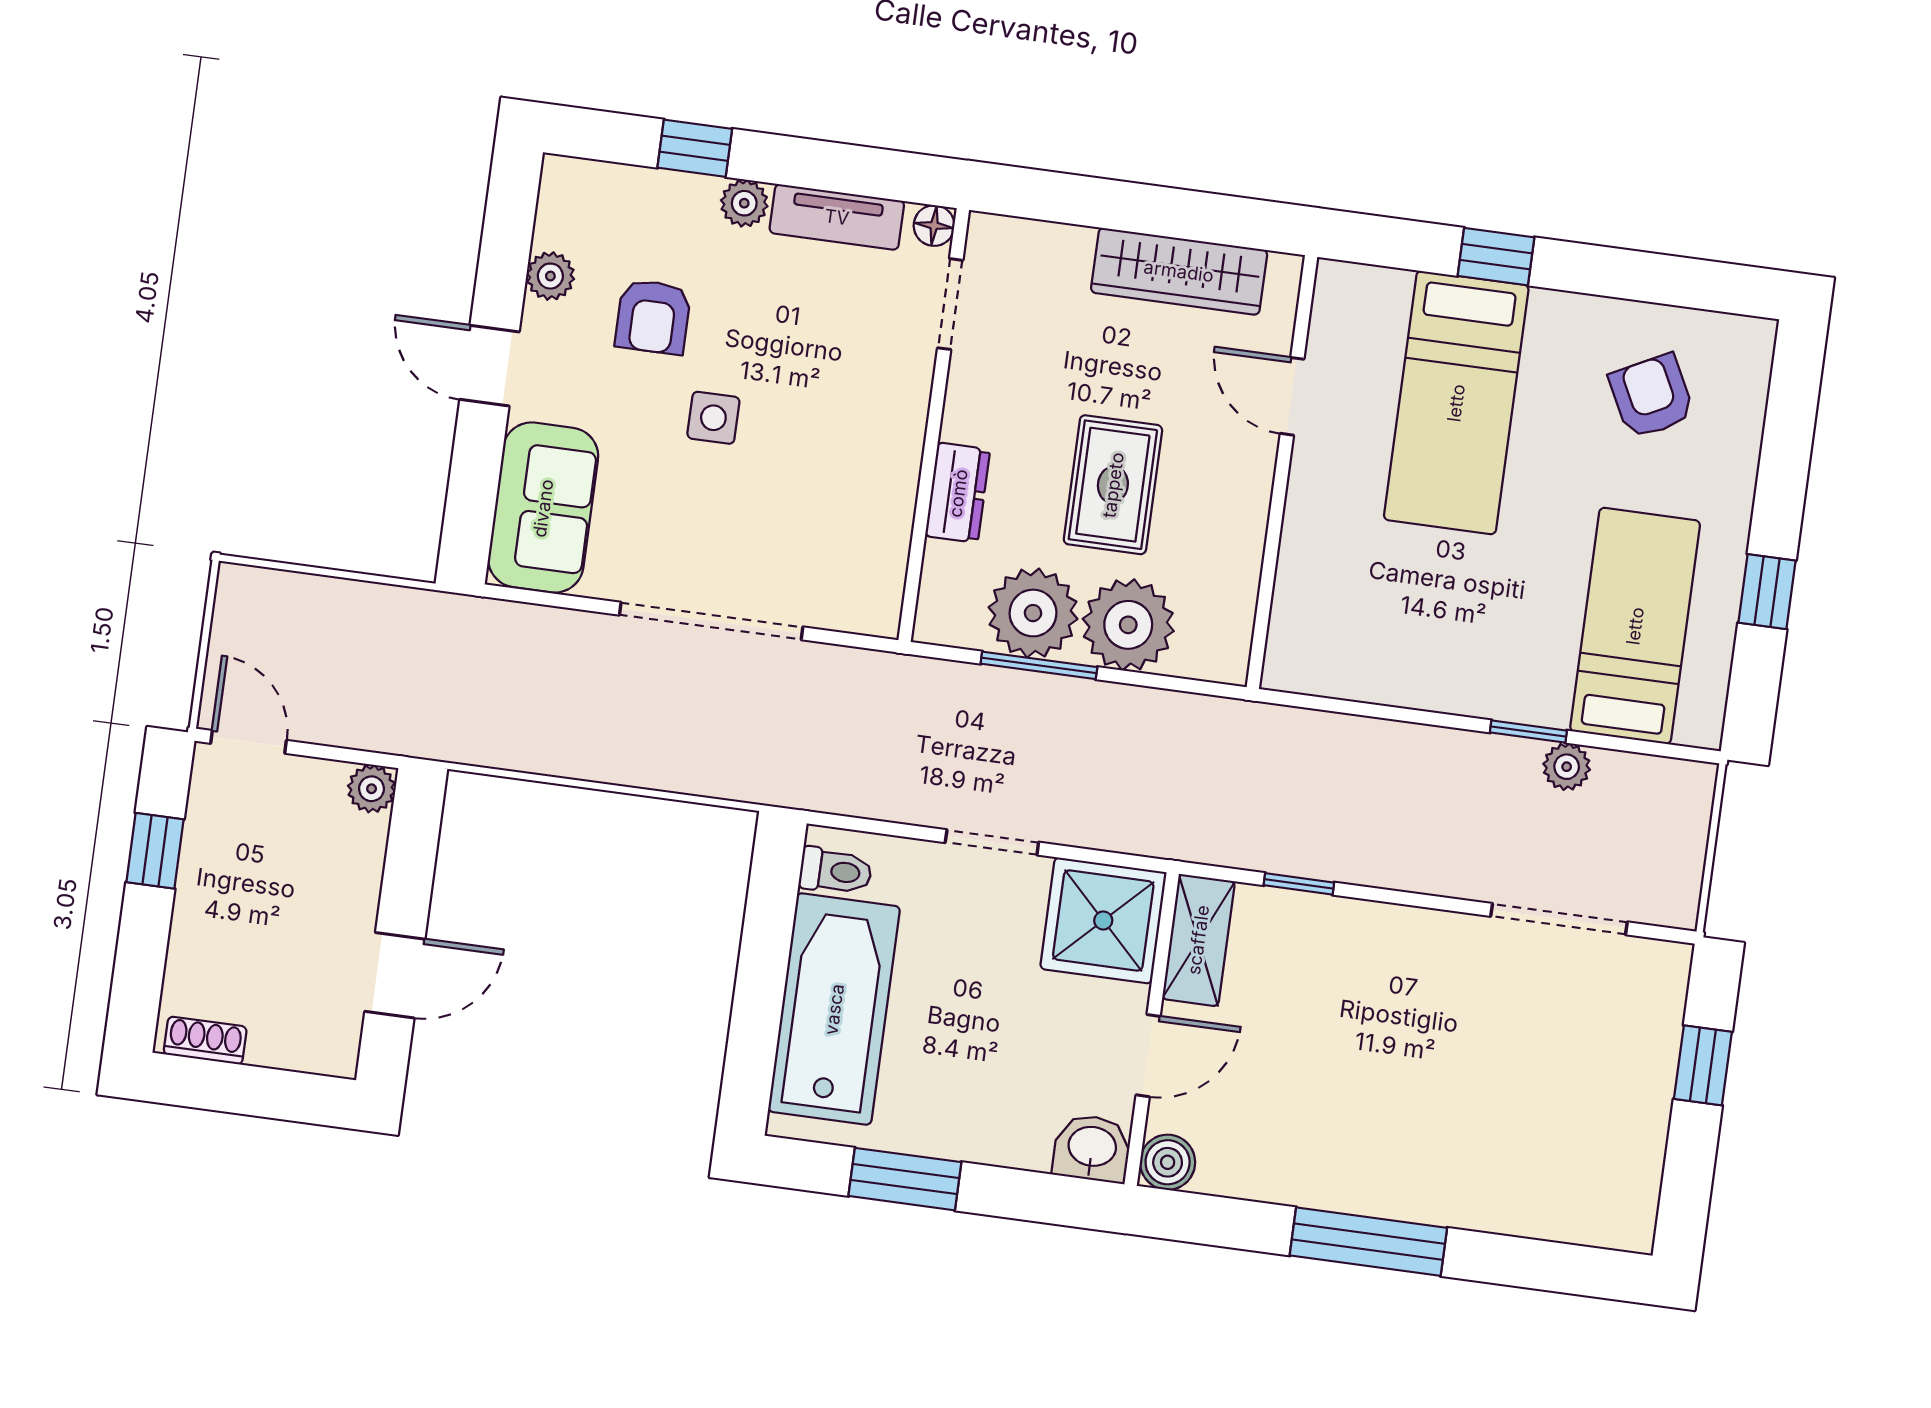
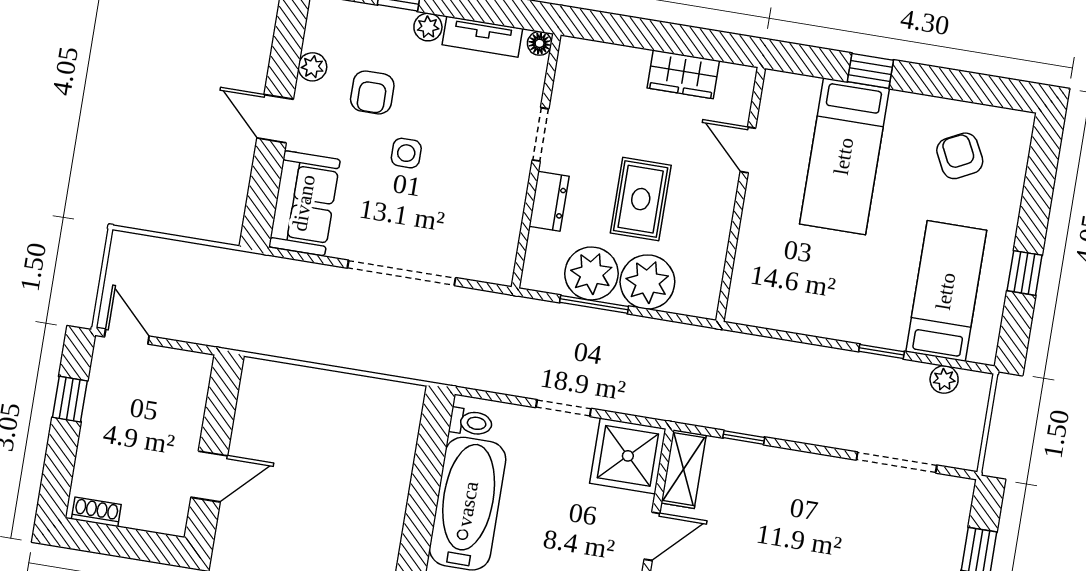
wardrobe: (1179, 271) -> (683, 74), width x0.67
doorway: (950, 304) -> (540, 134), moved
plant: (1567, 767) -> (944, 379), moved
plant: (372, 789) -> (199, 366), removed

